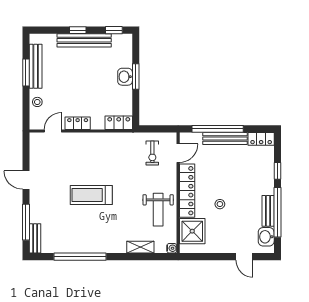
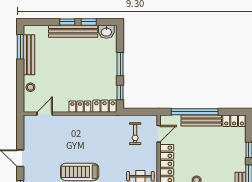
window: (114, 30) -> (89, 22), moved
window: (26, 73) -> (20, 47), moved
washbasin: (125, 77) -> (106, 32), moved, turned -90
window: (136, 108) -> (120, 92), added
locker: (78, 123) -> (80, 107), moved

